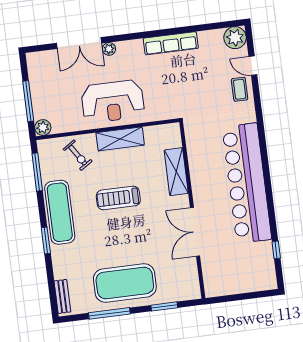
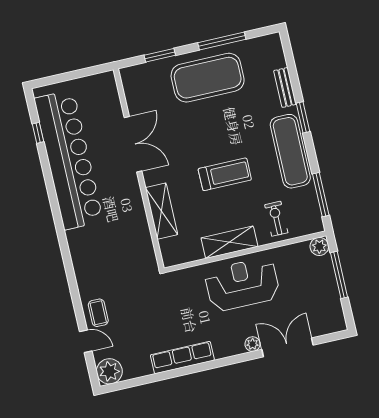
exercise bike: (78, 155) -> (276, 219), turned 33
bar counter: (247, 183) -> (69, 160), moved
bench: (62, 296) -> (285, 87), moved

